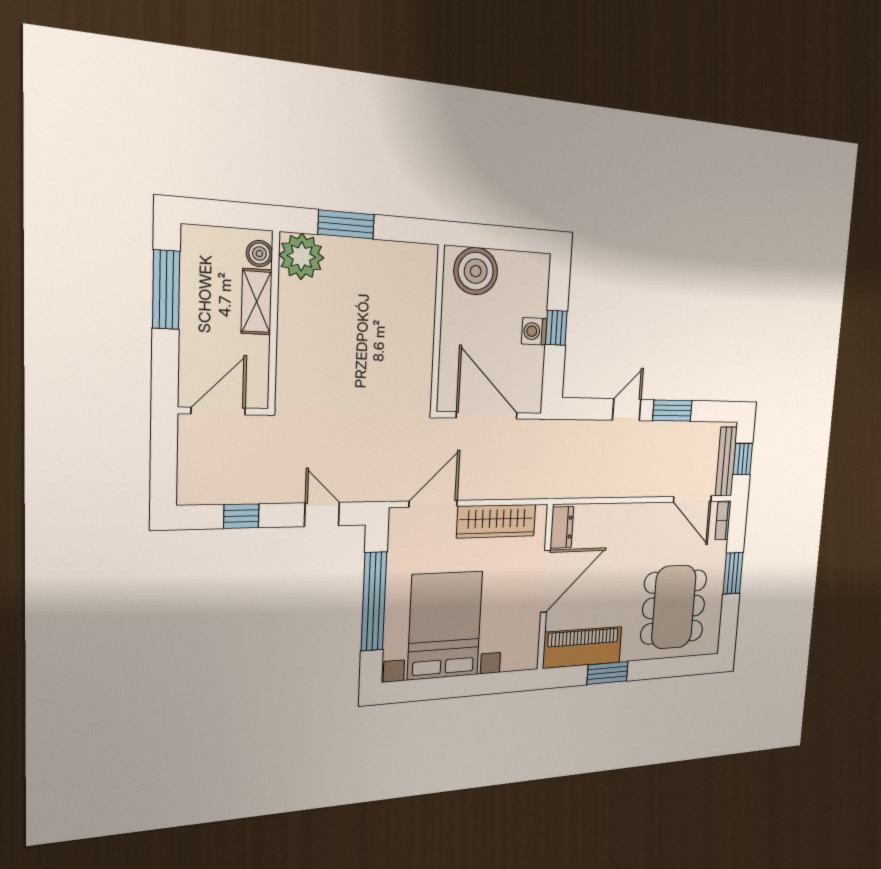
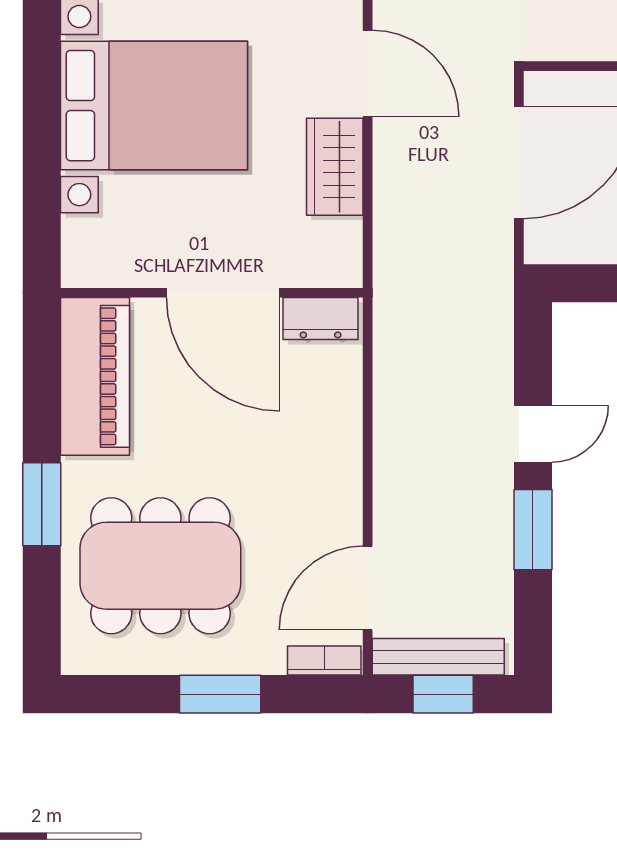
door: (627, 410) -> (533, 434), hinge flipped
wardrobe: (496, 521) -> (335, 167), width x0.67
window: (608, 673) -> (42, 504), moved

